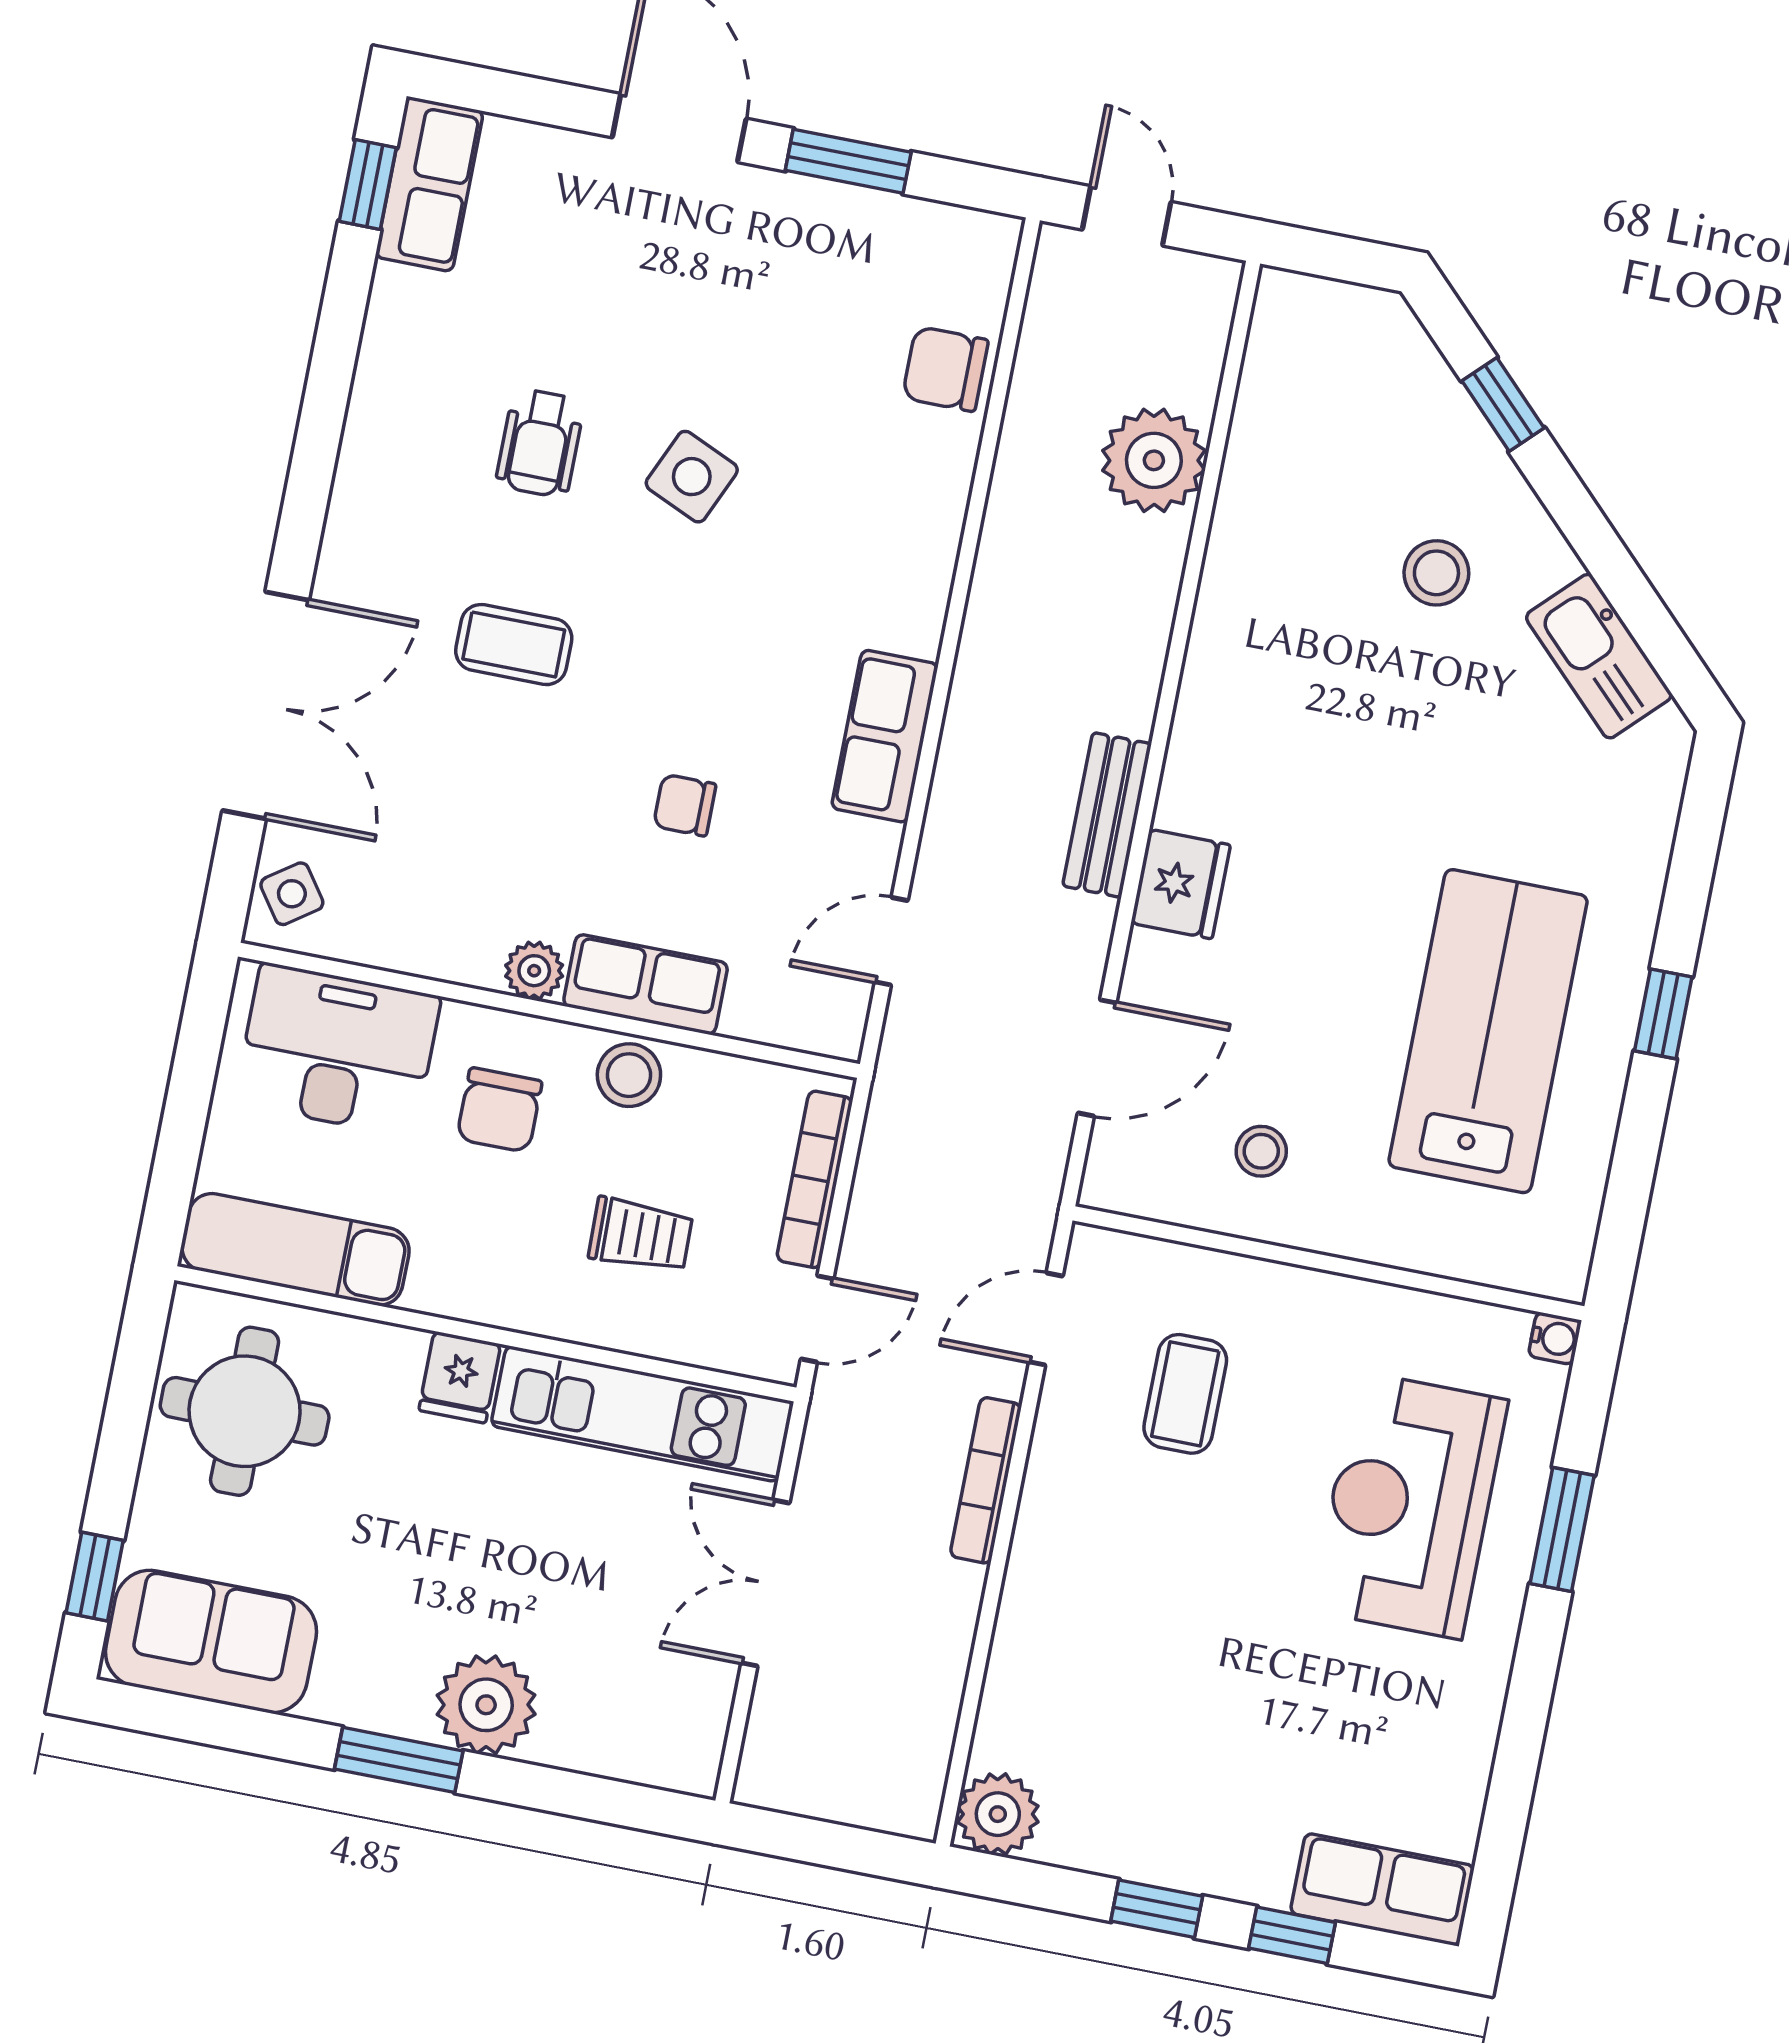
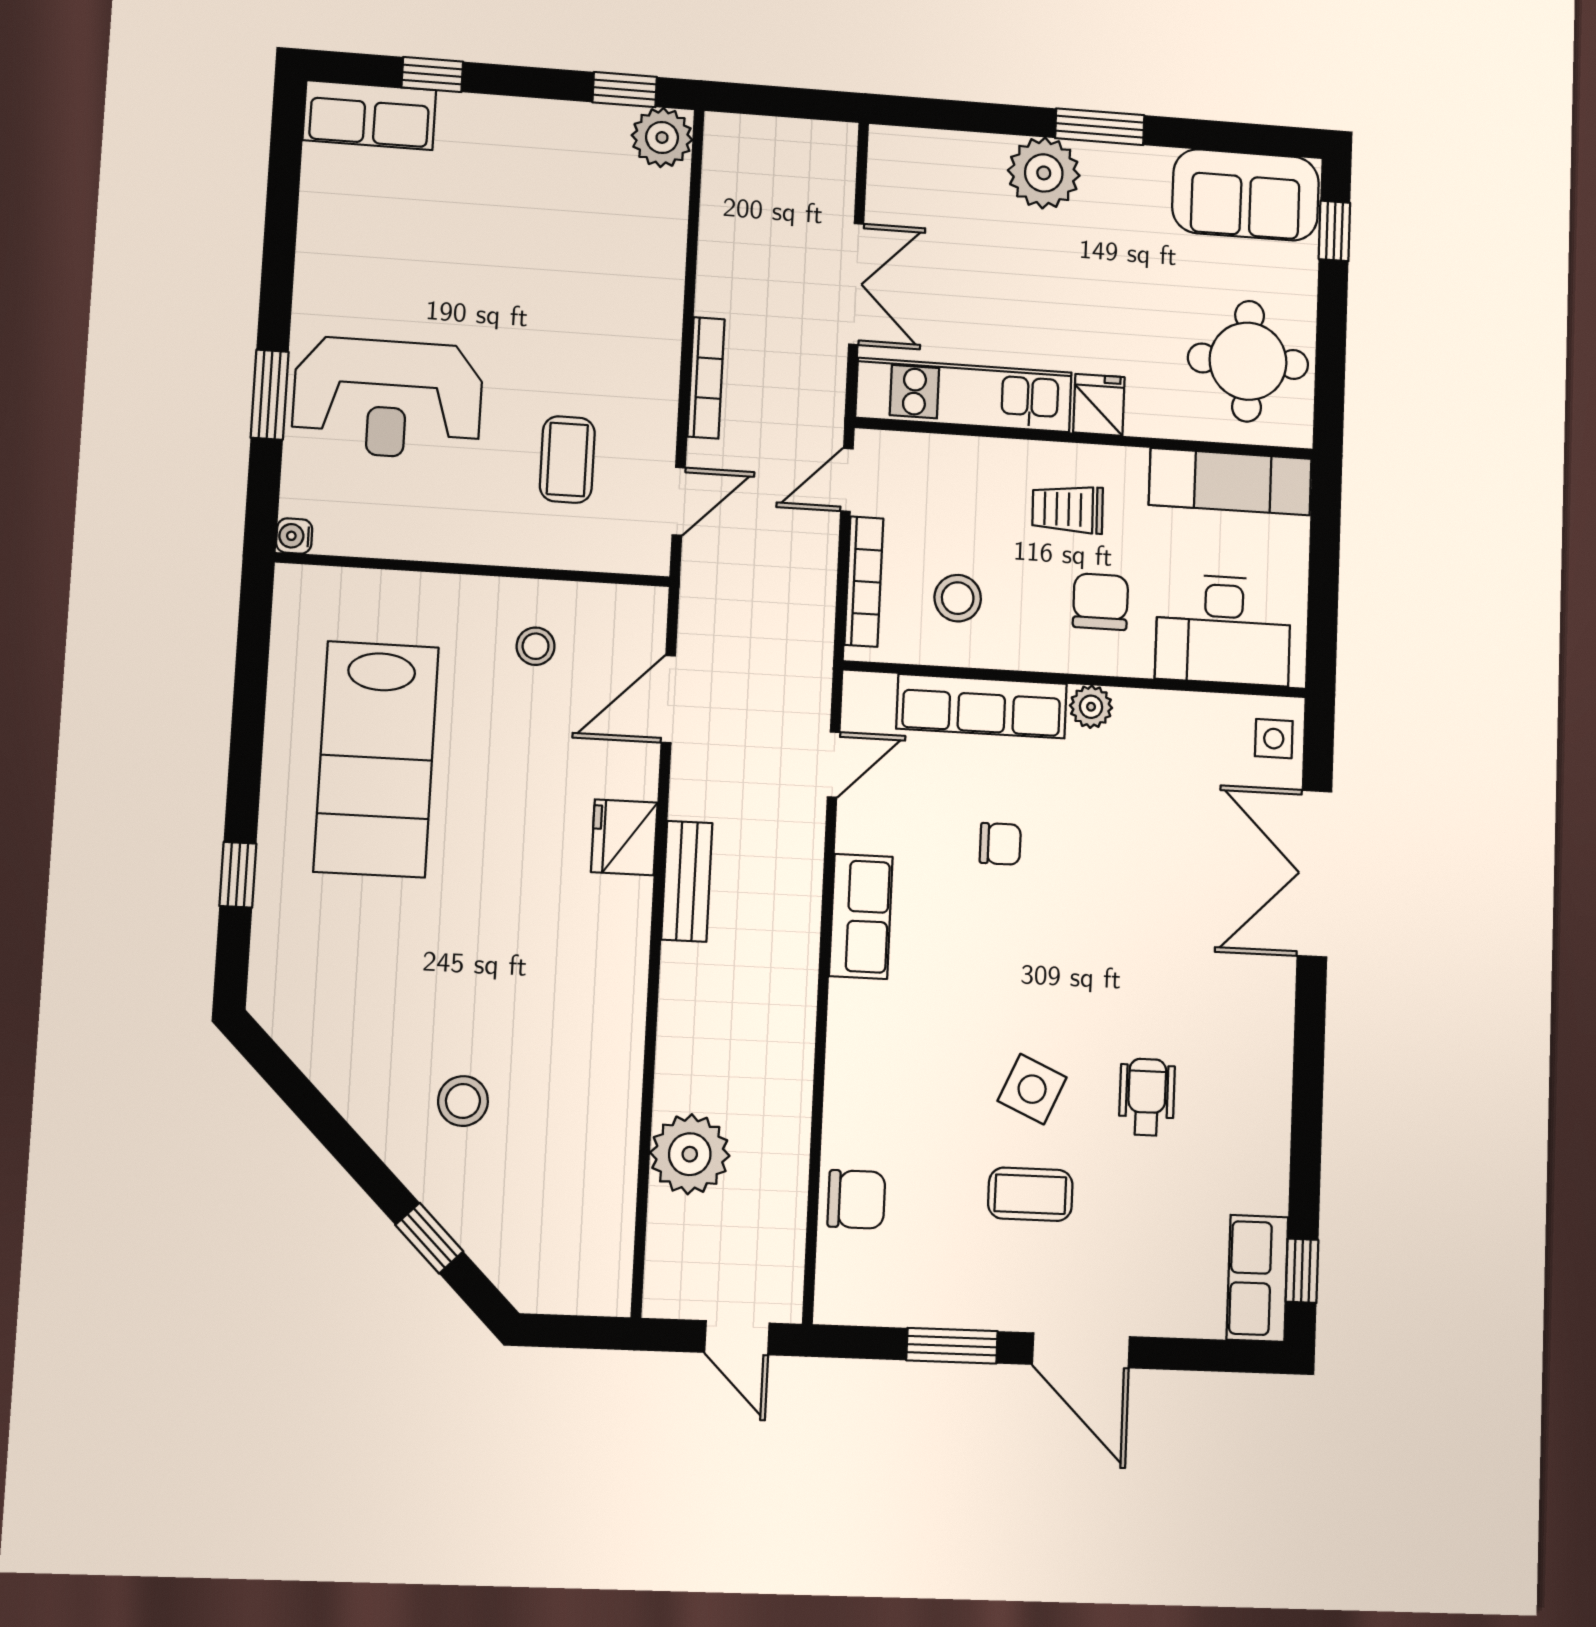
coffee table: (514, 645) -> (1030, 1194), moved
kitchen sink: (1599, 656) -> (329, 1056), removed
side table: (292, 894) -> (1274, 739), turned 35
row of seats: (646, 984) -> (982, 706), width x1.48
window: (1663, 1014) -> (238, 875), moved
stool: (629, 1075) -> (958, 598), moved
trolley: (641, 1235) -> (1068, 509), moved
reception desk: (1410, 1505) -> (388, 398), turned 90
window: (1157, 1909) -> (625, 90), moved

